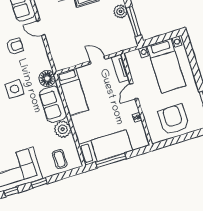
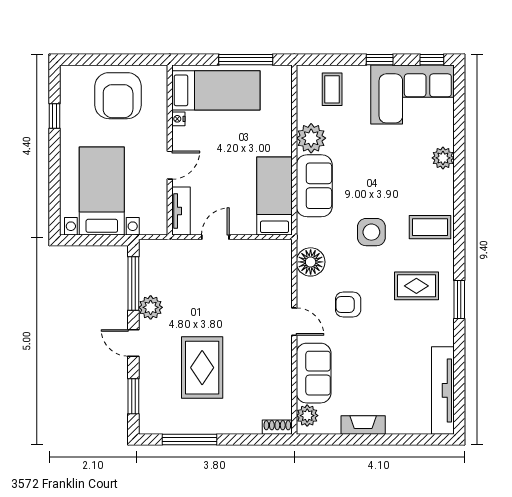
door: (97, 60) -> (215, 237), swing flipped
floor lamp: (47, 78) -> (311, 262), moved
bed: (106, 147) -> (216, 90), moved, turned 180

